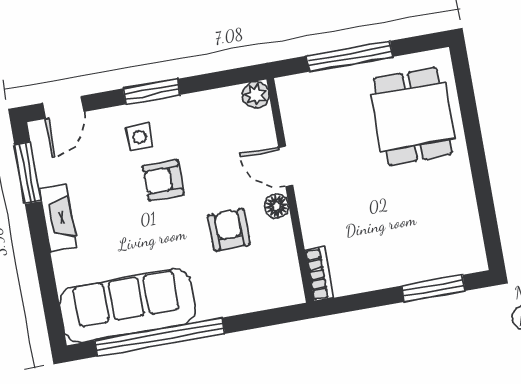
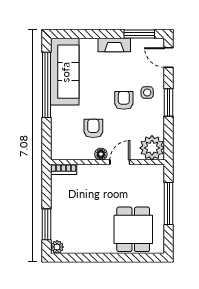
plant: (256, 95) -> (152, 148), width x1.87, depth x1.87
dining table: (413, 117) -> (133, 229), turned 90
armchair: (229, 230) -> (93, 128), turned -90
plant: (474, 260) -> (57, 247), added

